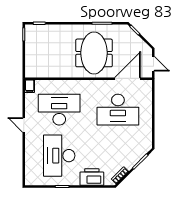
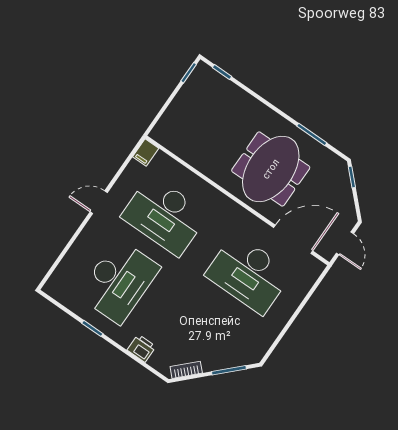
desk: (59, 110) -> (165, 215), turned 180
door: (24, 125) -> (99, 202), hinge flipped
desk: (59, 156) -> (119, 281), turned 180
printer: (92, 177) -> (142, 348), width x0.53, depth x0.68

